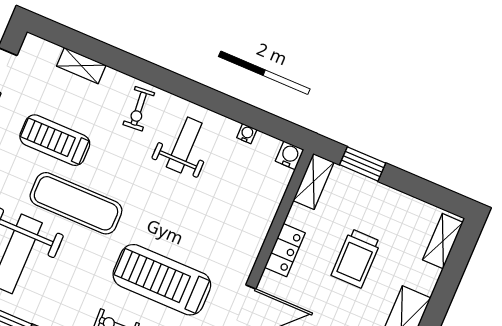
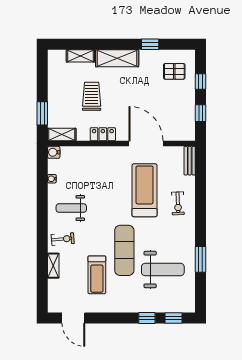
shelving: (81, 66) -> (53, 266), moved
shelving: (443, 241) -> (80, 56), moved
trolley: (356, 258) -> (92, 96), turned -90
treadmill: (162, 280) -> (145, 190), turned 180

